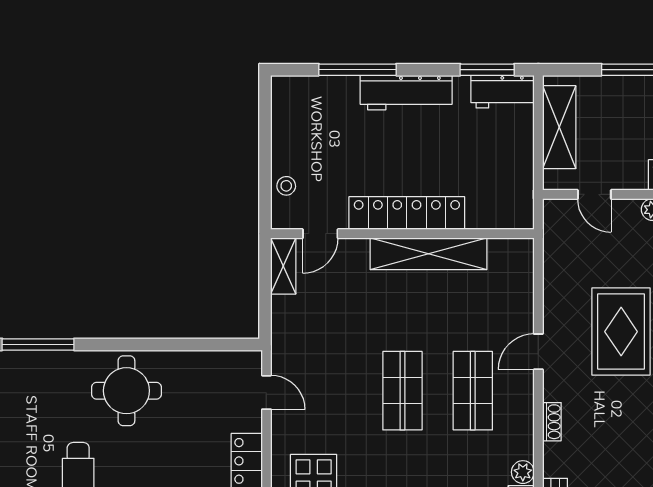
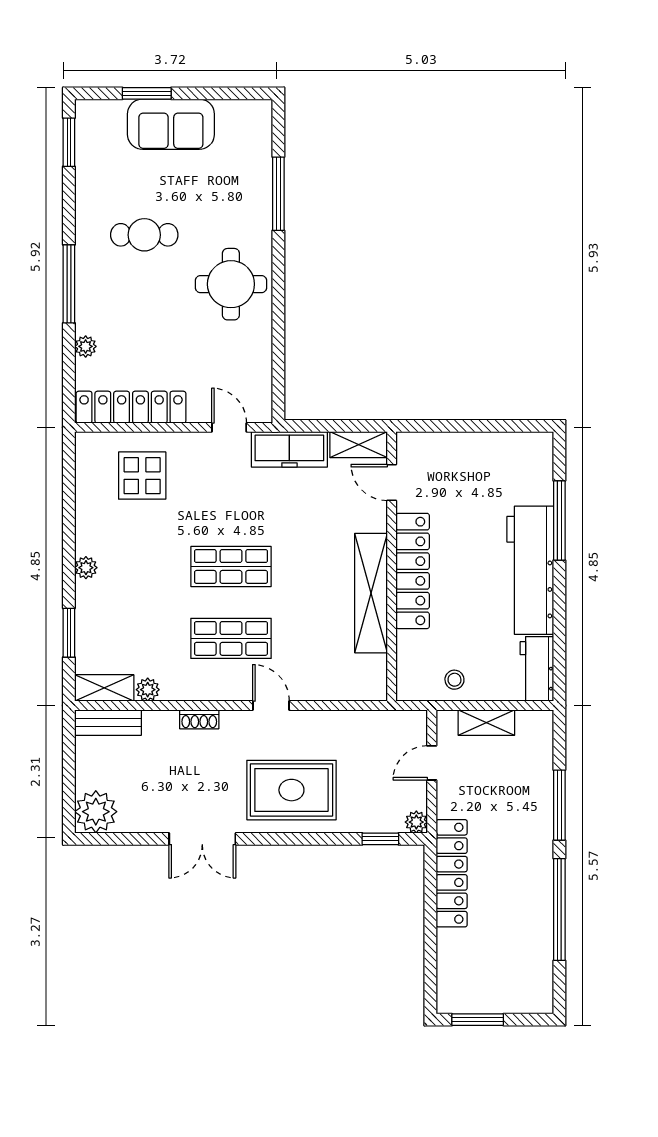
window: (487, 70) -> (559, 653), removed
workbench: (406, 93) -> (530, 570), width x1.36, depth x1.32
shelving: (559, 127) -> (486, 723), width x0.67, depth x0.75
stool: (286, 186) -> (454, 680), moved
freezer: (288, 334) -> (289, 449), added
door: (266, 392) -> (229, 427), swing flipped

